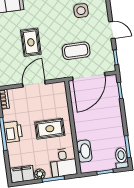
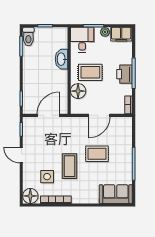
rug: (31, 42) -> (97, 154), turned 90
coffee table: (76, 51) -> (70, 166), moved, turned 90
door: (89, 76) -> (48, 115), width x0.73
floor lamp: (60, 107) -> (78, 91), added
washbasin: (84, 151) -> (61, 59), moved

